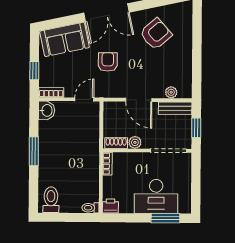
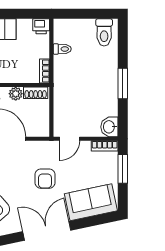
window: (34, 71) -> (123, 169), width x1.50
toilet: (90, 208) -> (62, 49), moved

